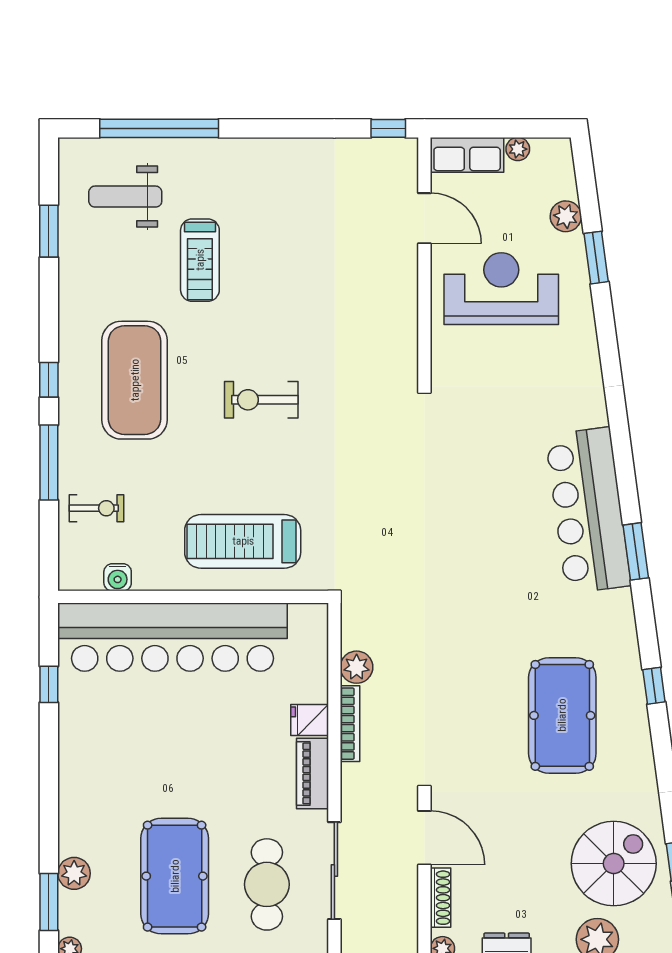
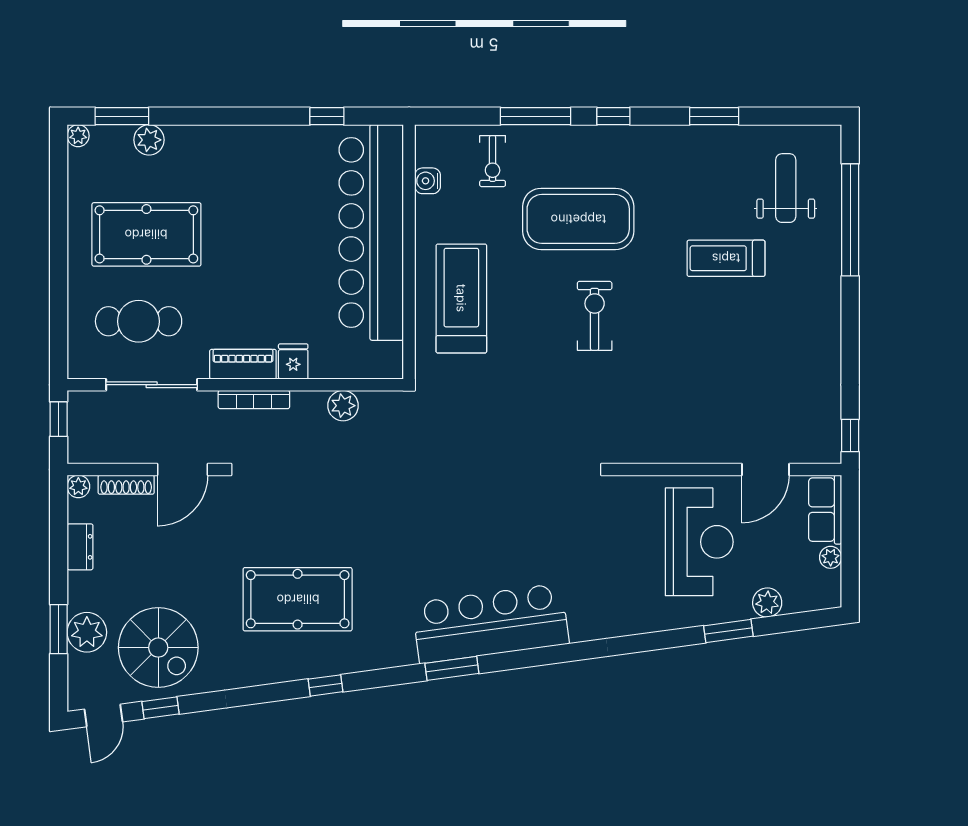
window: (49, 231) -> (714, 116), moved
exercise mat: (135, 380) -> (578, 219), moved
bookcase: (350, 724) -> (254, 400), moved

